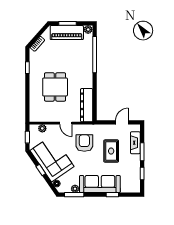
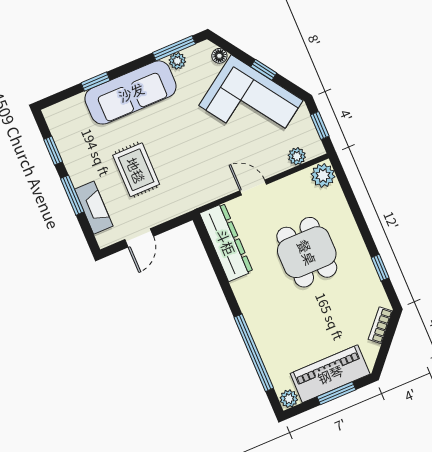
plant: (35, 116) -> (323, 175), added
armchair: (84, 143) -> (198, 163), removed

